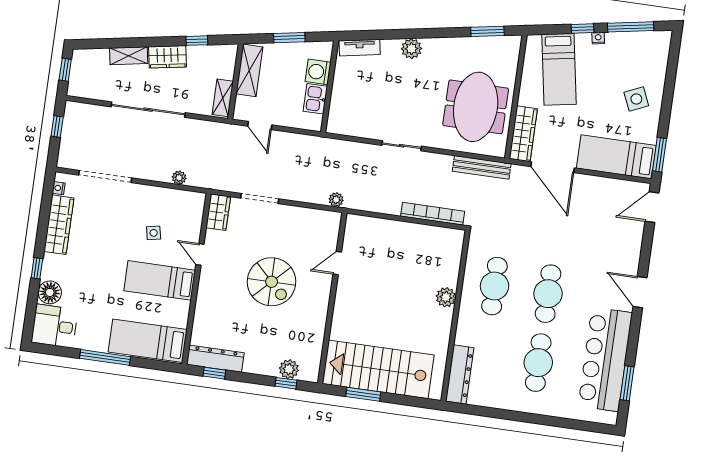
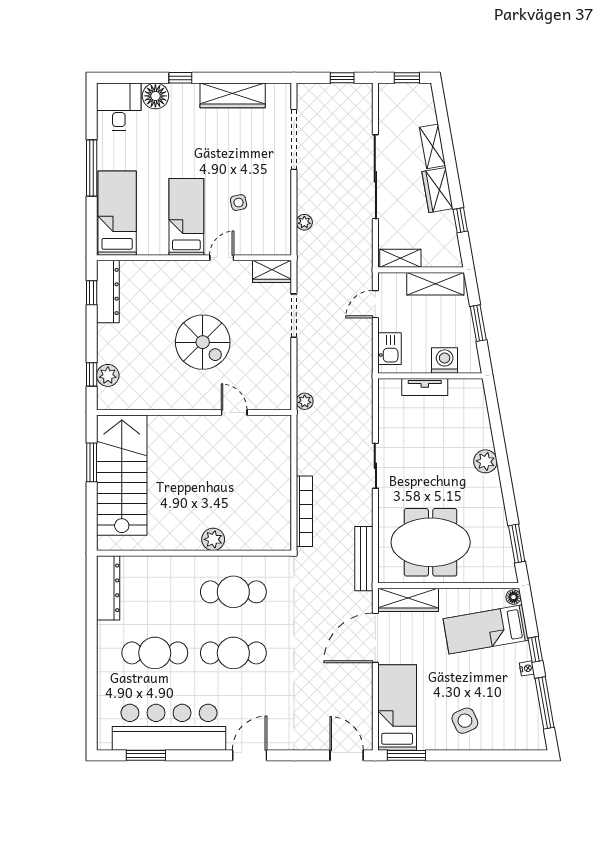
floor lamp: (534, 41) -> (513, 597), added
tv unit: (360, 48) -> (425, 387), moved, turned -80
kitchen sink: (315, 99) -> (389, 349), moved, turned 90
nightstand: (59, 188) -> (273, 89), removed
spiral stairs: (272, 282) -> (203, 342), turned -90
dresser: (460, 374) -> (108, 588), moved, turned -90

